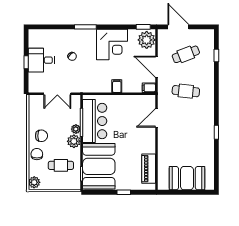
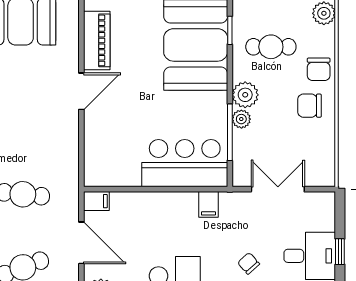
filing cabinet: (117, 86) -> (208, 204), moved
door: (156, 118) -> (81, 91), moved
bar counter: (95, 121) -> (185, 163), moved, turned 90

